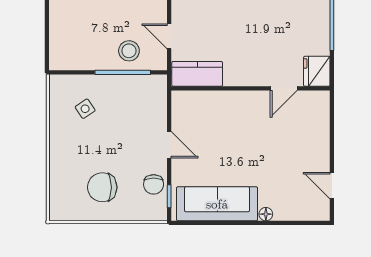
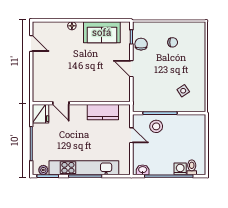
kitchen counter: (197, 74) -> (103, 112), moved
door: (284, 88) -> (61, 103), swing flipped
chair: (102, 187) -> (173, 42), width x0.54, depth x0.54
sofa: (217, 204) -> (102, 32), width x0.73

